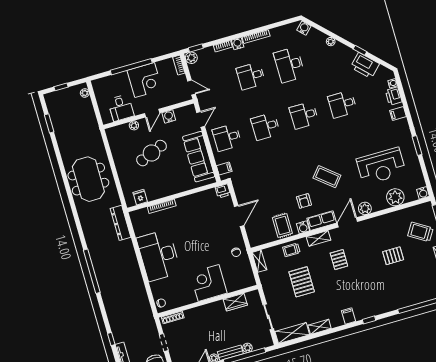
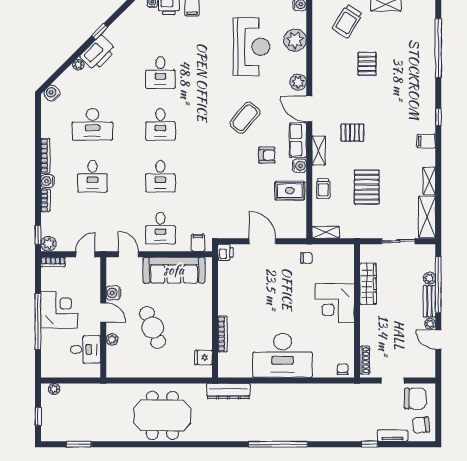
printer: (365, 65) -> (98, 53), moved
pallet: (302, 282) -> (367, 187), turned 90
wardrobe: (235, 302) -> (368, 284), width x1.50

